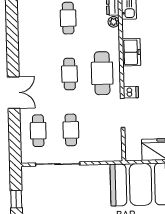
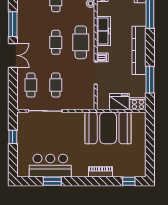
window: (13, 52) -> (13, 24), added
freezer: (131, 52) -> (103, 31), width x1.40

